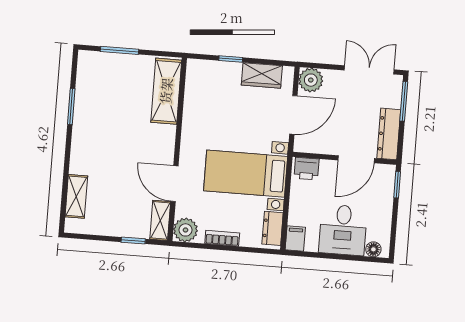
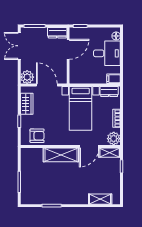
armchair: (202, 90) -> (37, 136), added
shelving: (166, 91) -> (61, 155), moved
dresser: (389, 134) -> (57, 33), width x0.70
door: (356, 159) -> (68, 49), hinge flipped
printer: (307, 169) -> (75, 76), removed

